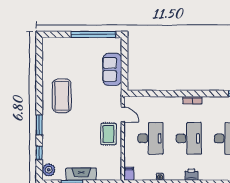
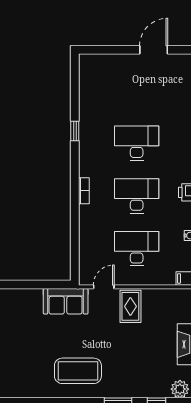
sofa: (112, 69) -> (66, 301), moved
rug: (109, 134) -> (130, 306), turned 90

